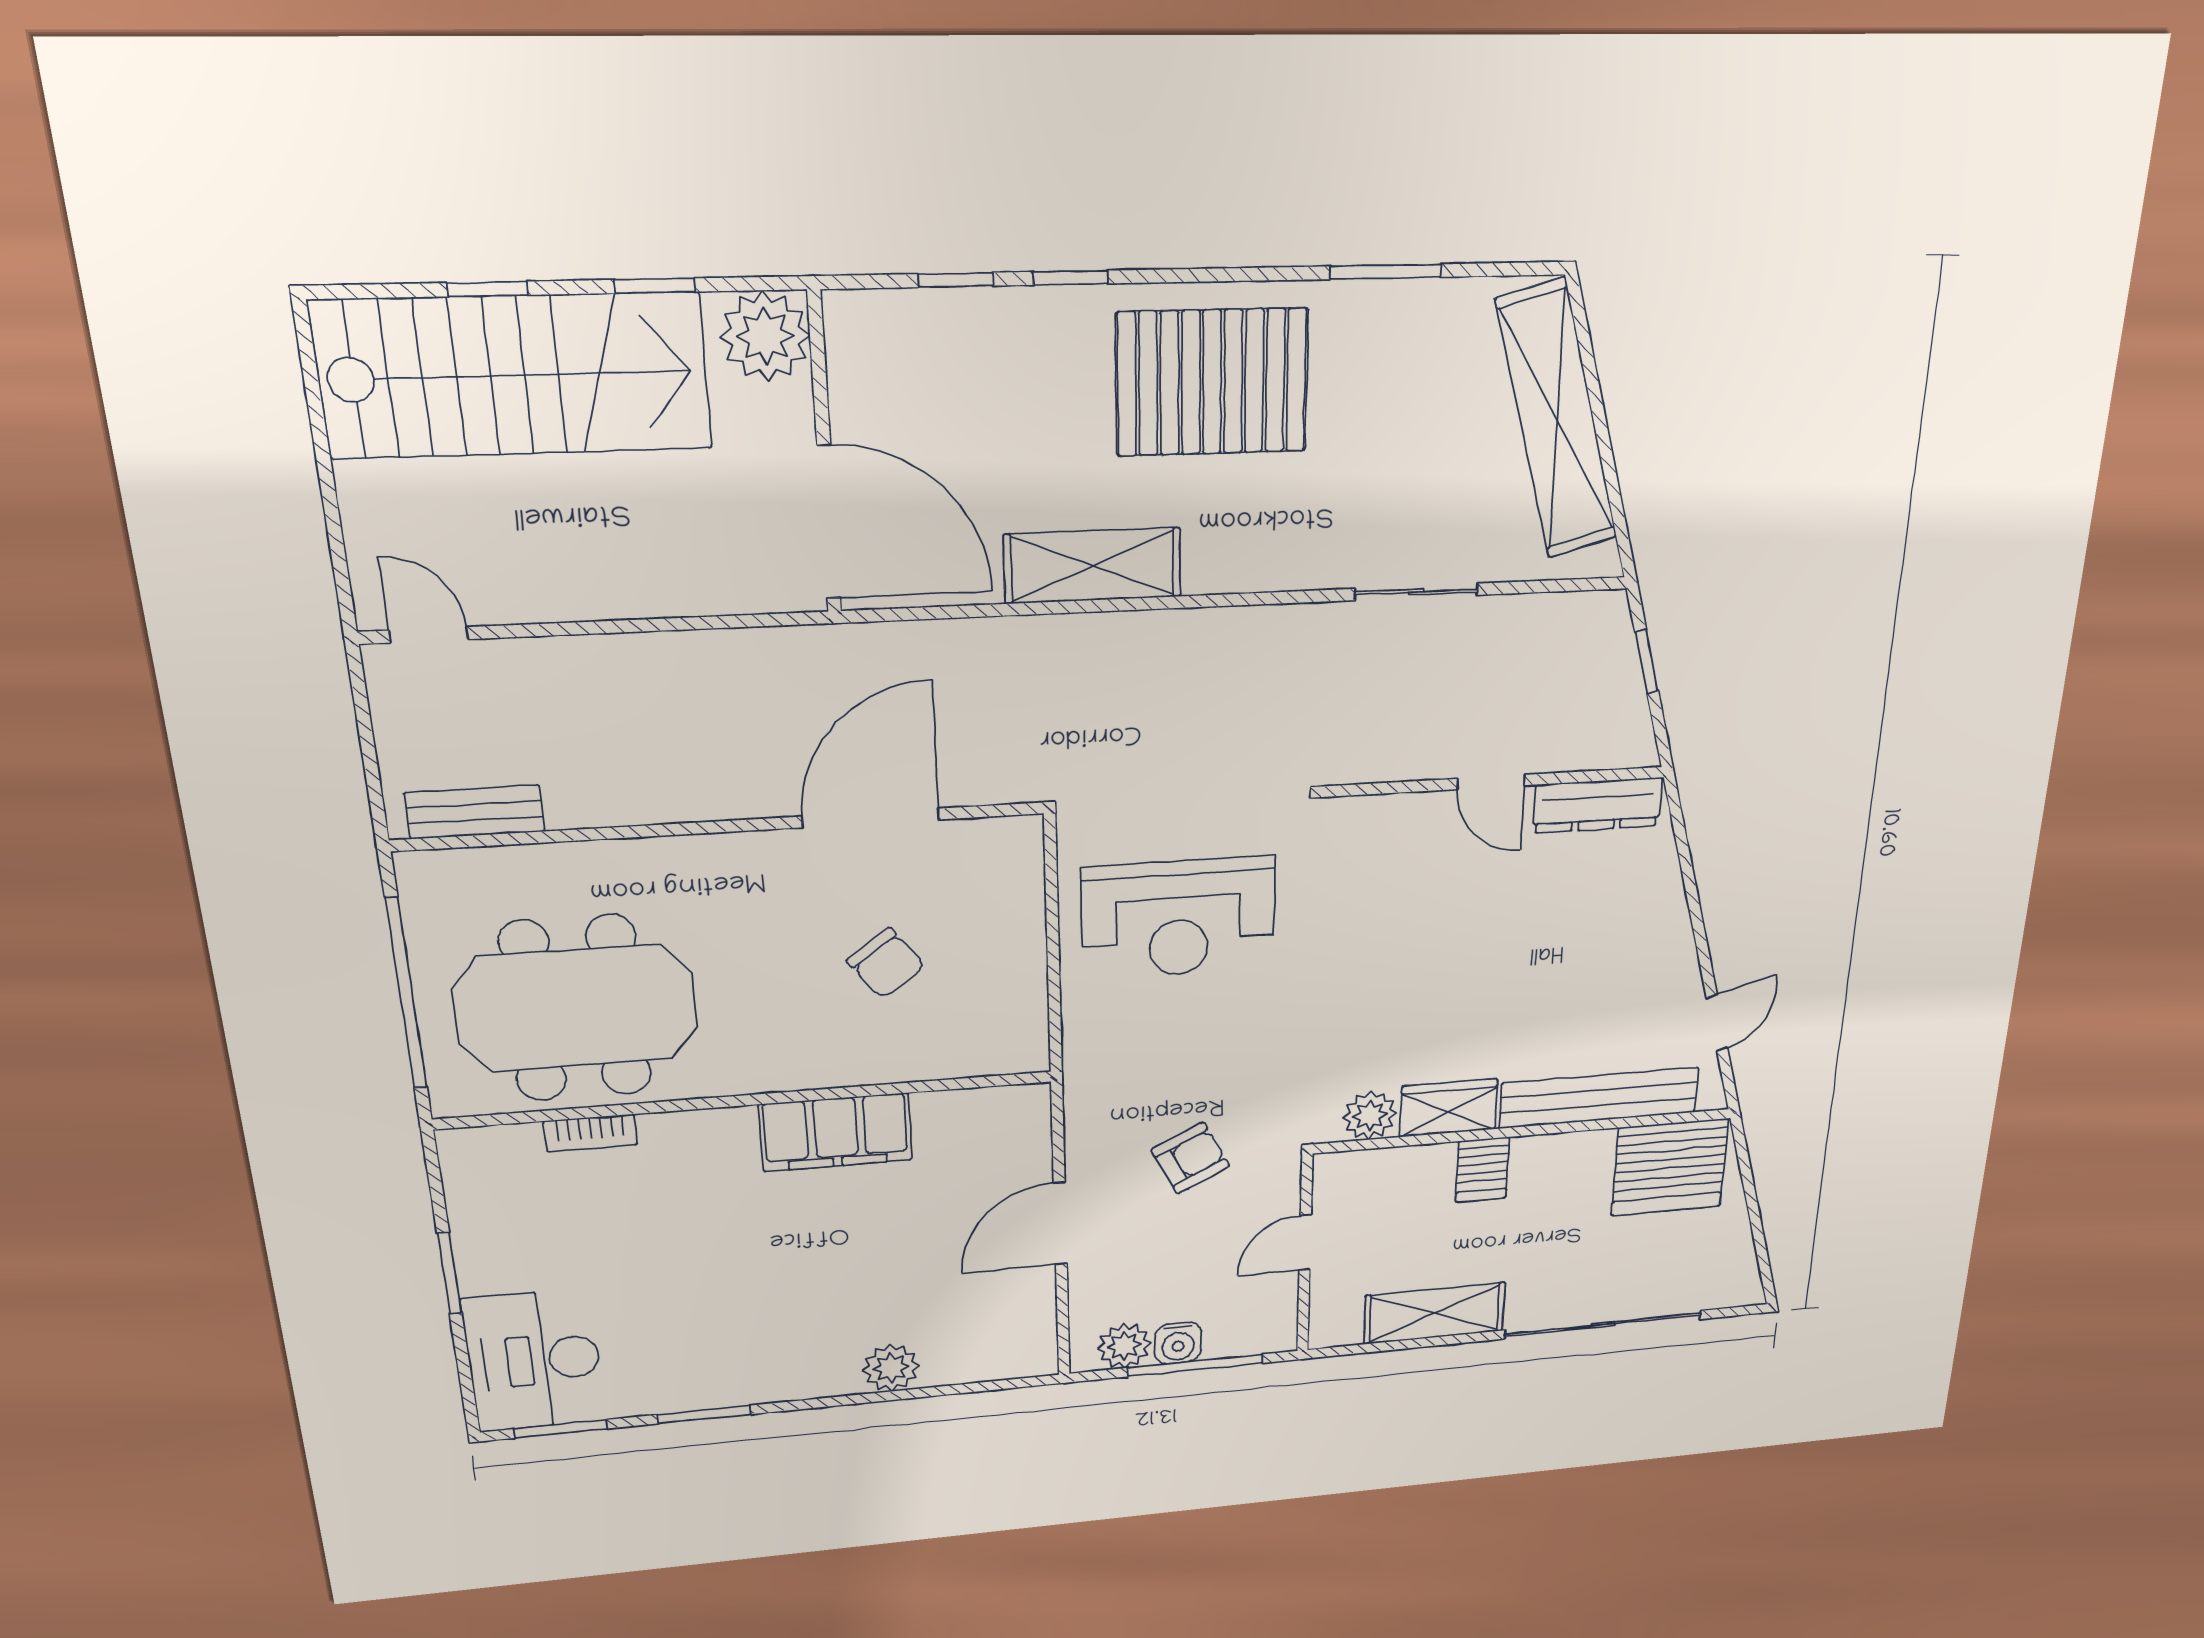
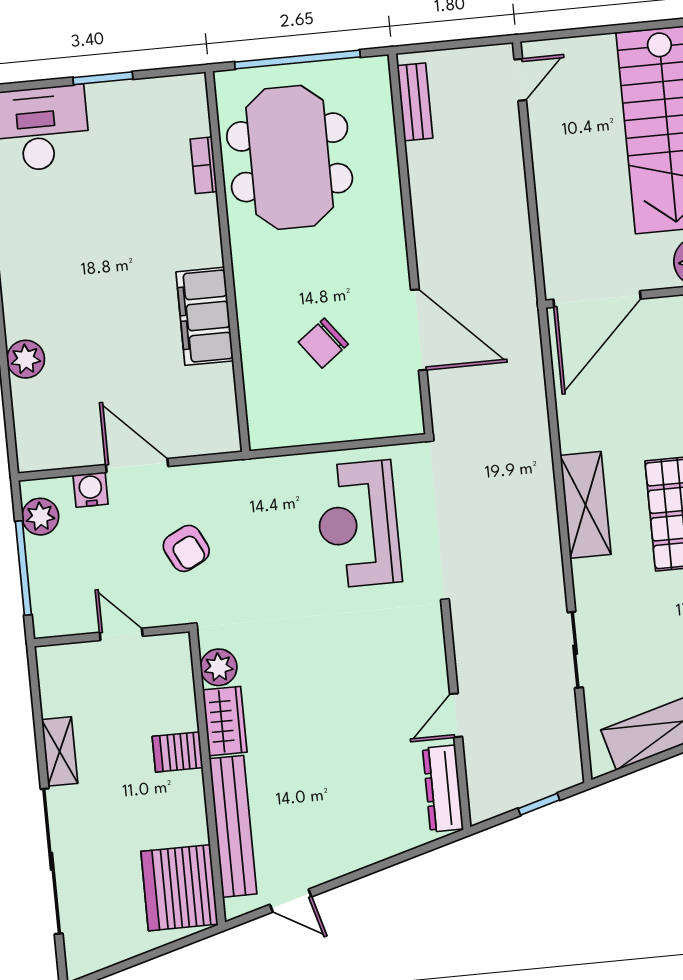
shelving: (1093, 566) -> (585, 505), moved
shelving: (1434, 1313) -> (60, 751), width x0.67, depth x0.75
water cooler: (1178, 1343) -> (91, 490), moved, turned 90

